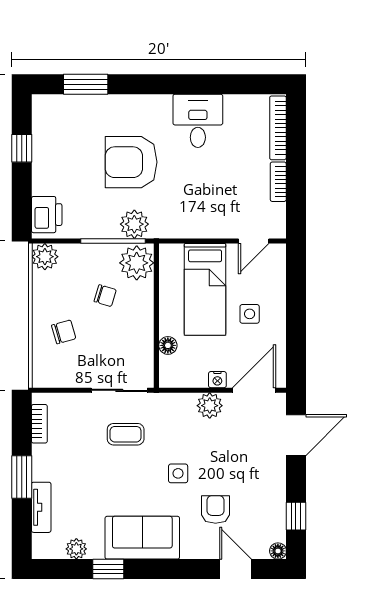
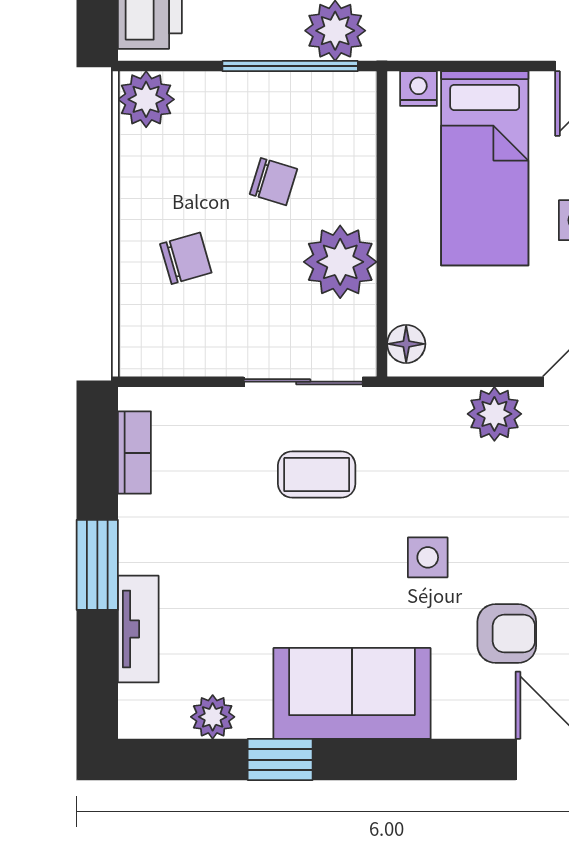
plant: (137, 263) -> (340, 262), moved
floor lamp: (168, 345) -> (406, 344), moved
nightstand: (217, 380) -> (418, 89), moved, turned 180
armchair: (216, 509) -> (507, 634), turned 90

